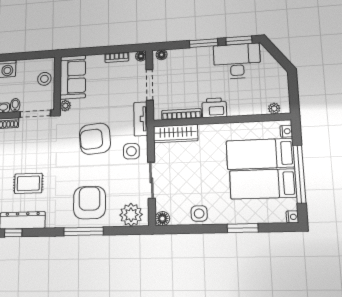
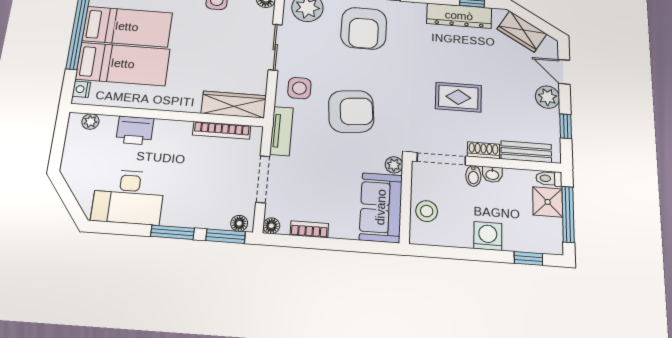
window: (239, 41) -> (226, 236), moved
printer: (214, 108) -> (135, 130), moved
rug: (28, 183) -> (458, 97), moved

